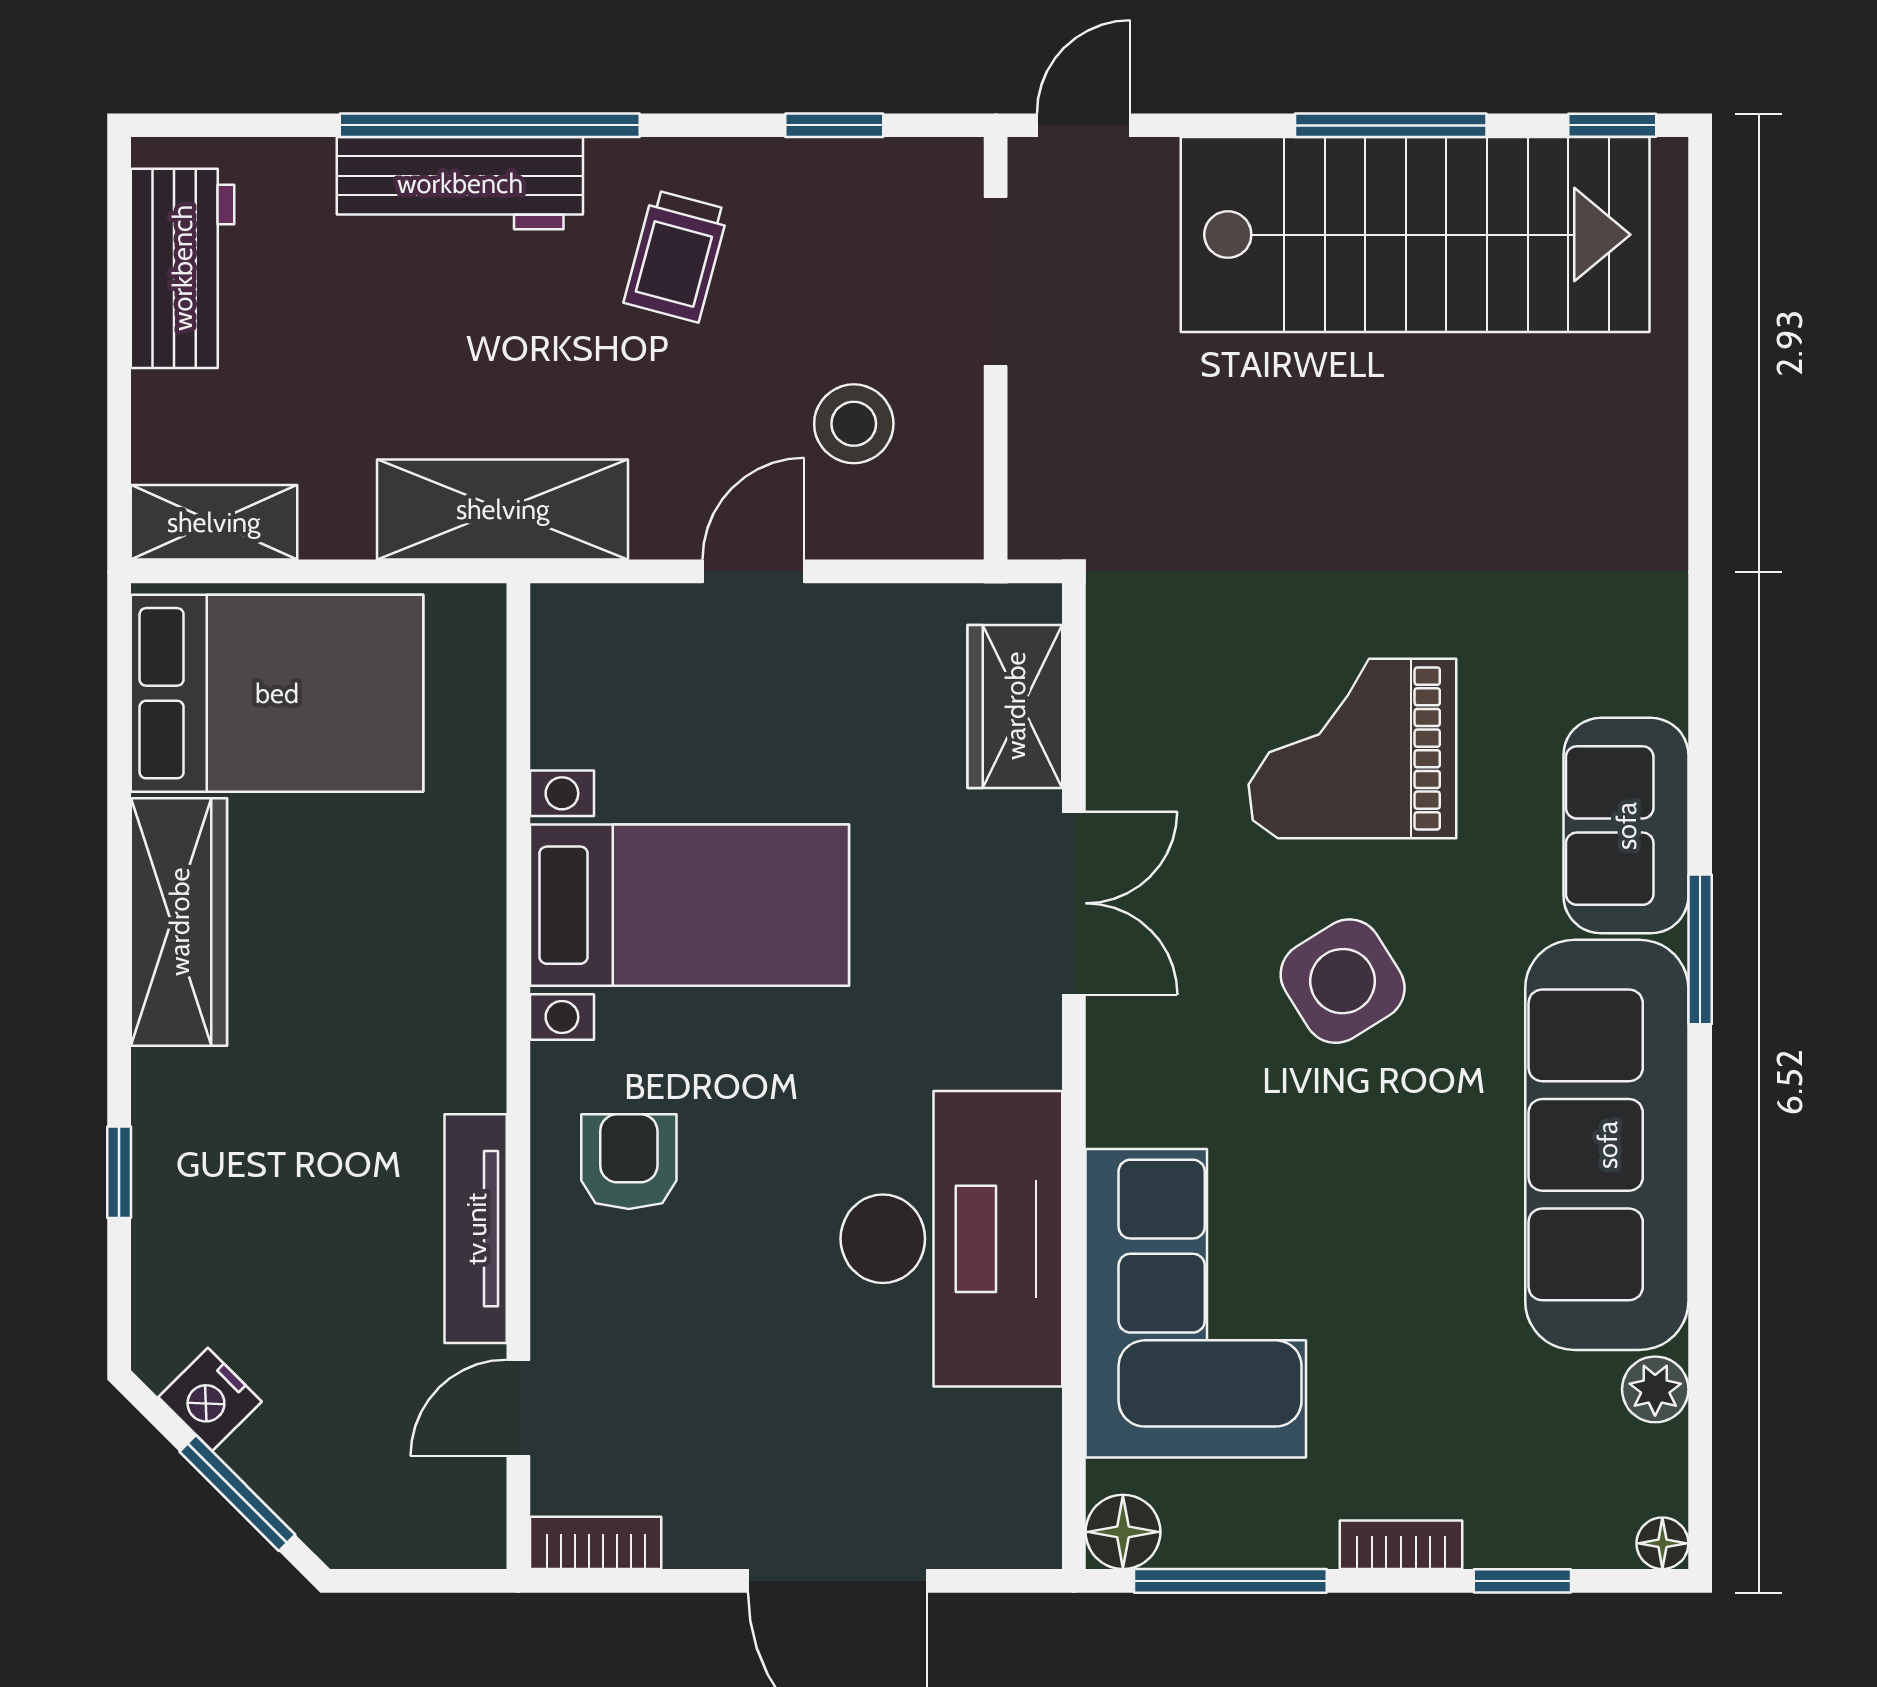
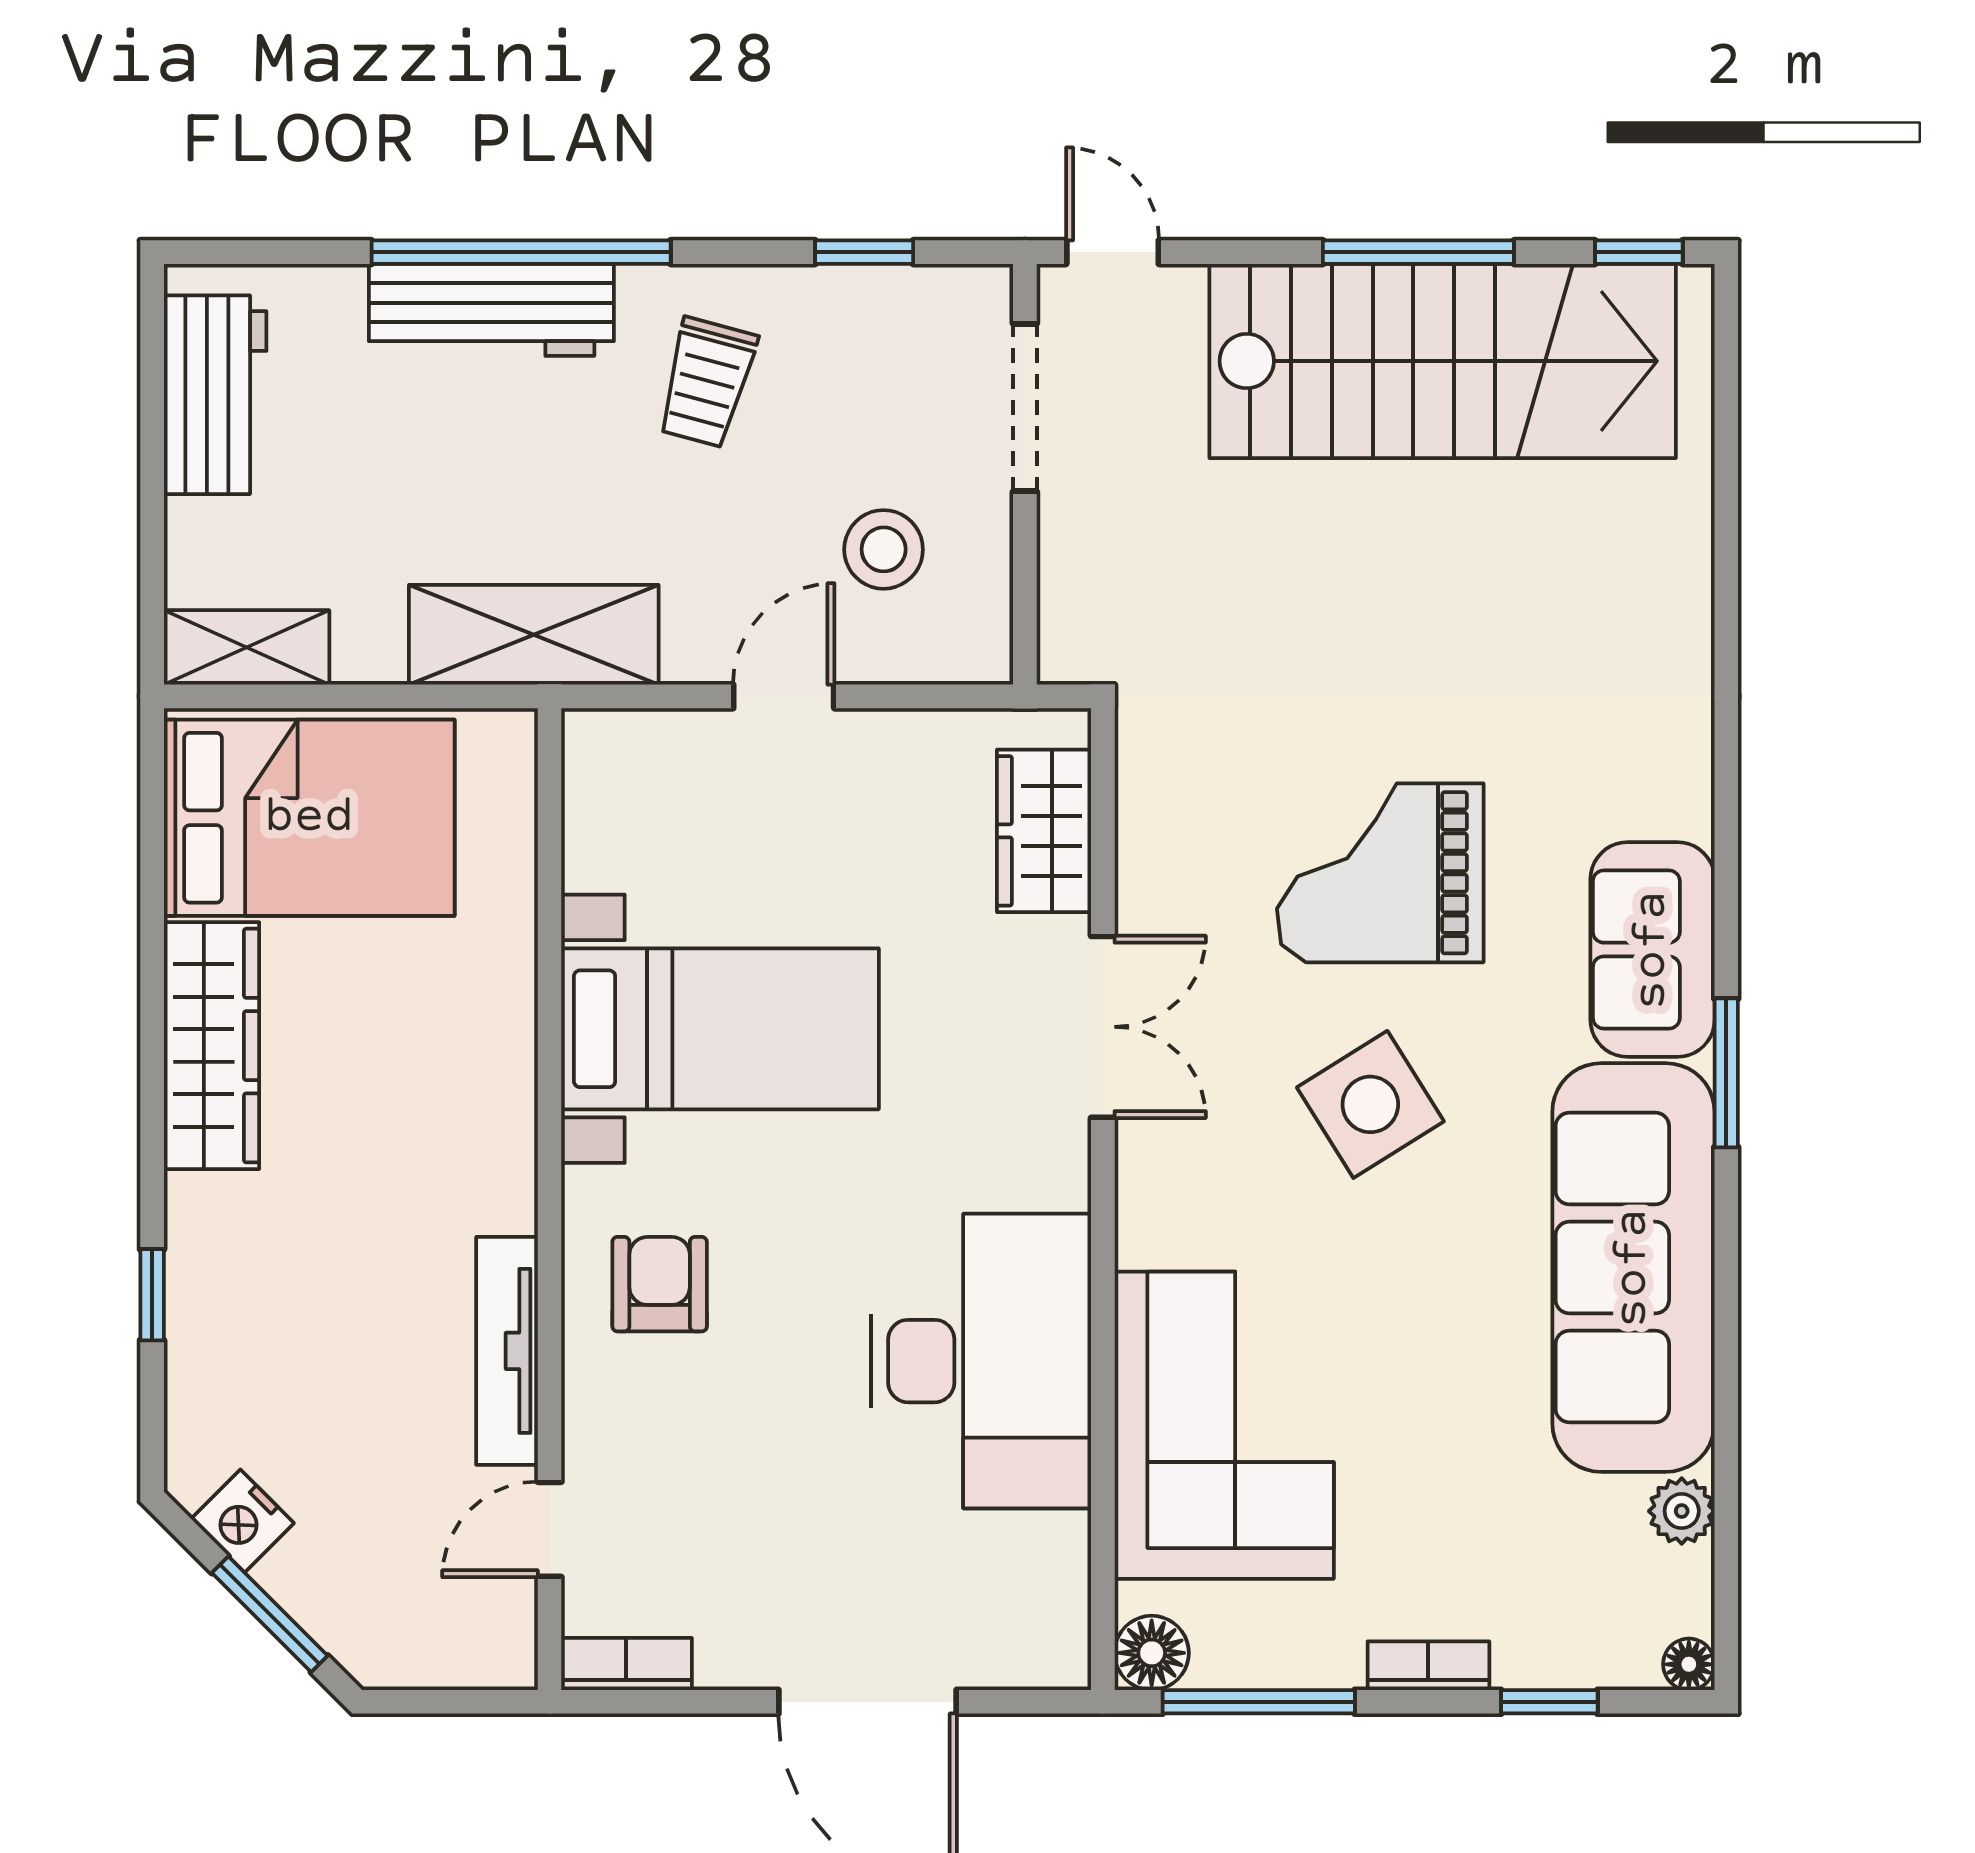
door: (1084, 125) -> (1113, 252), hinge flipped

